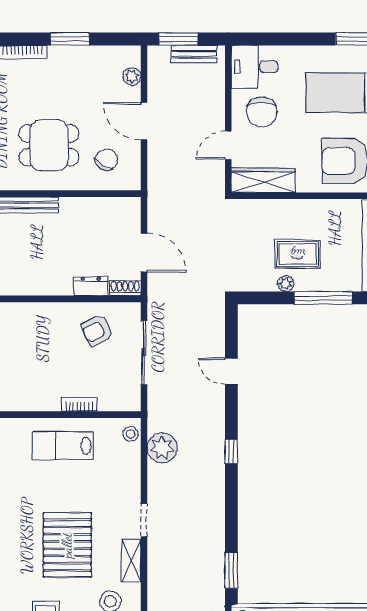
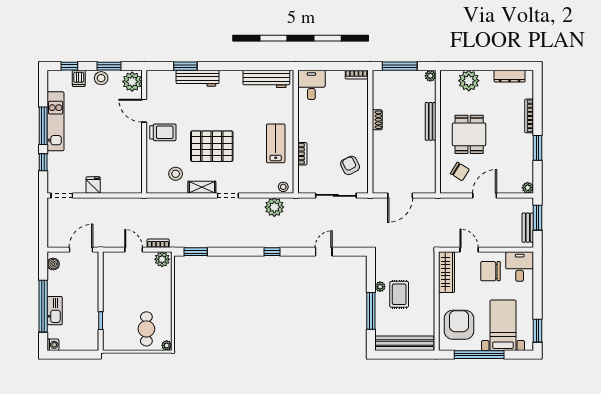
plant: (132, 76) -> (528, 188), moved
dresser: (91, 286) -> (378, 161), removed
shoe rack: (125, 288) -> (377, 120), moved

